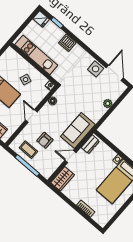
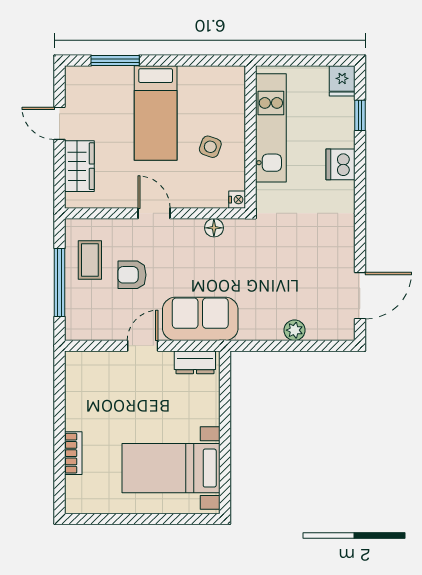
side table: (96, 69) -> (337, 255), removed
door: (31, 116) -> (154, 213), hinge flipped
door: (71, 156) -> (143, 346), hinge flipped
wardrobe: (63, 179) -> (91, 366), removed

